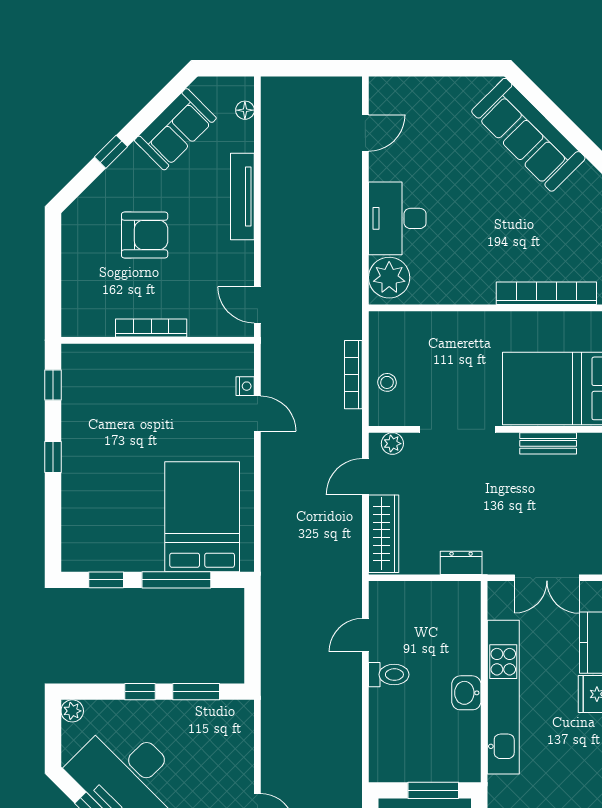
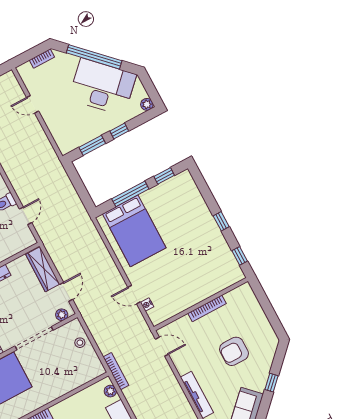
plant: (389, 278) -> (110, 391), width x0.53, depth x0.53
bookcase: (353, 375) -> (116, 371), moved

